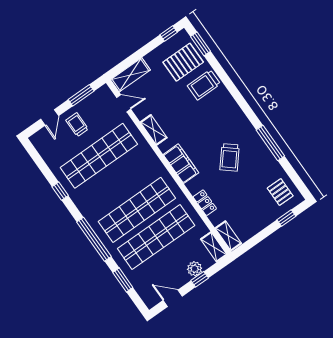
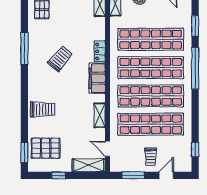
window: (169, 33) -> (59, 175), moved
trolley: (204, 85) -> (43, 109), moved
shop shelf: (118, 183) -> (151, 96), added
window: (60, 191) -> (195, 150), moved
locker: (205, 203) -> (100, 51), moved

